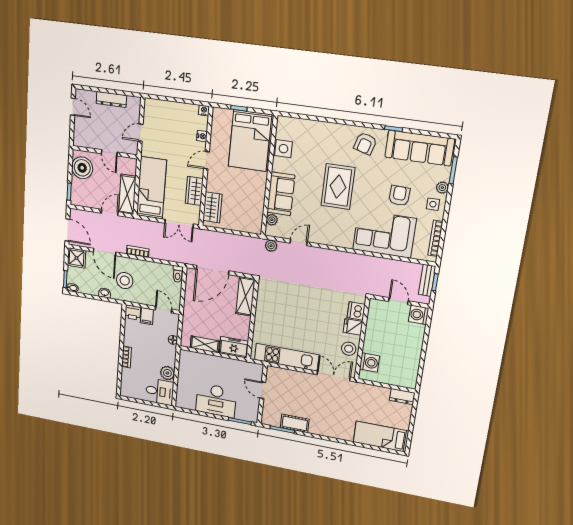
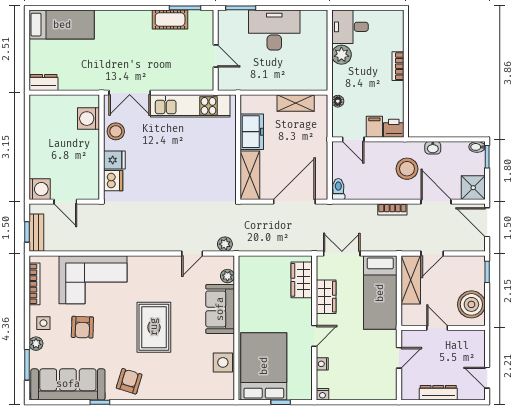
freezer: (234, 347) -> (252, 132), moved, turned -90

